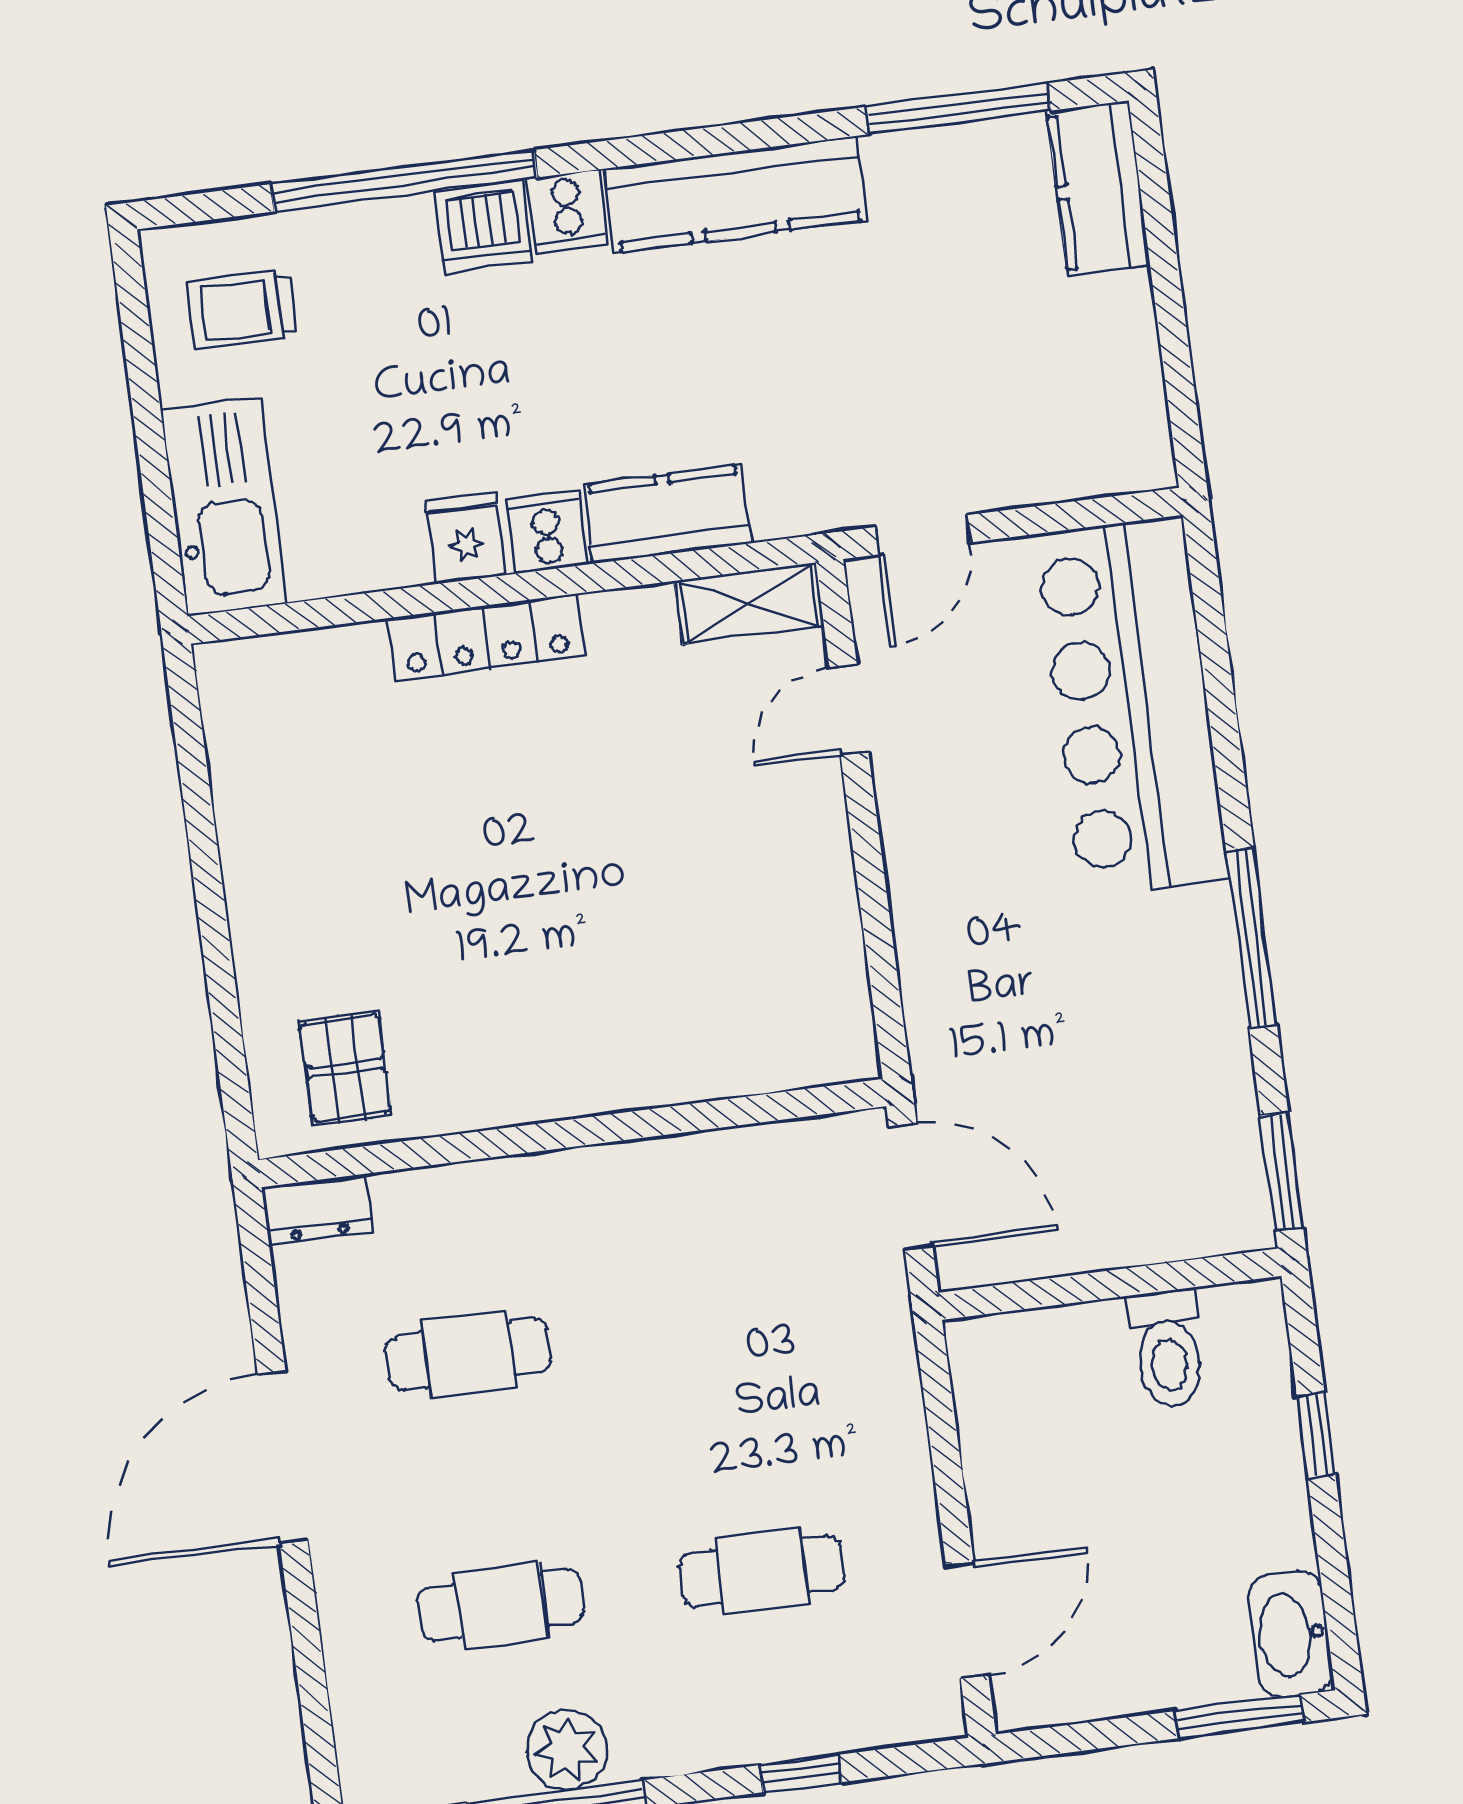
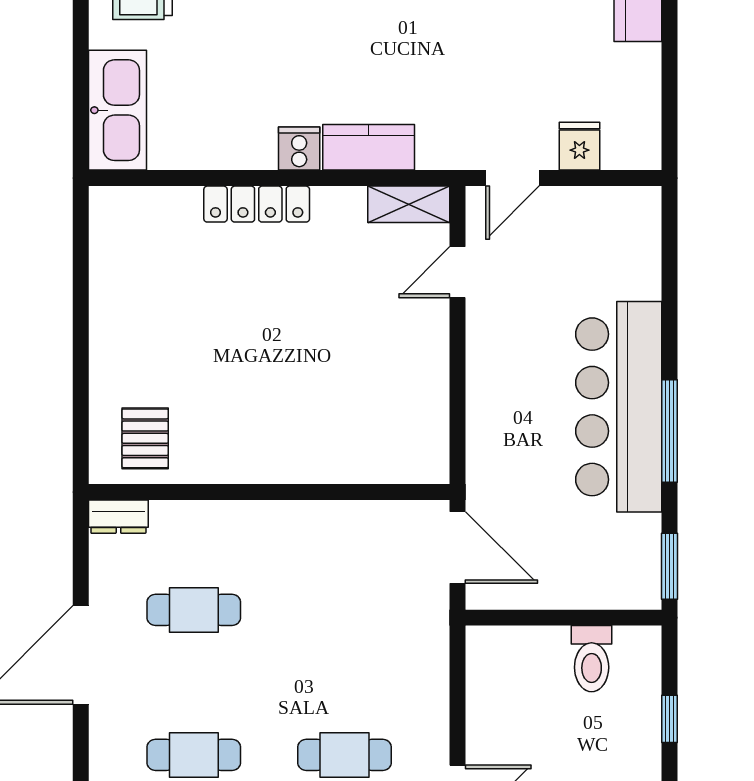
fridge: (466, 538) -> (579, 146), moved
bar counter: (1132, 707) -> (619, 407), moved

